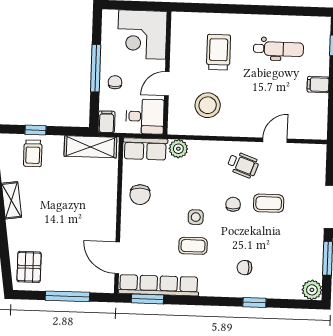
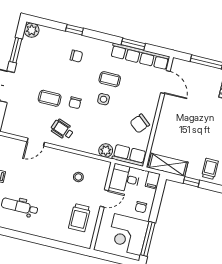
corner desk: (142, 35) -> (128, 234), moved, turned 180
trolley: (219, 52) -> (79, 218), moved
window: (96, 68) -> (148, 239), moved
stool: (208, 105) -> (78, 177), width x0.53, depth x0.53
window: (35, 130) -> (191, 182), moved
chair: (140, 195) -> (140, 123), turned -140
window: (147, 299) -> (133, 44), moved

